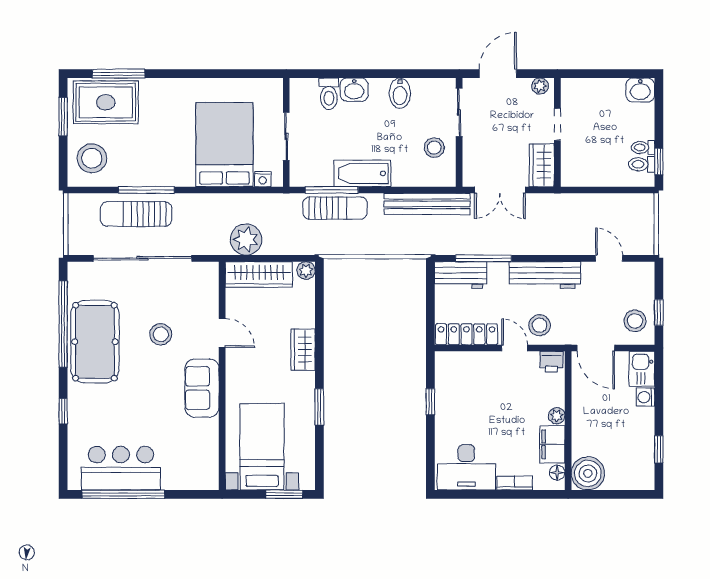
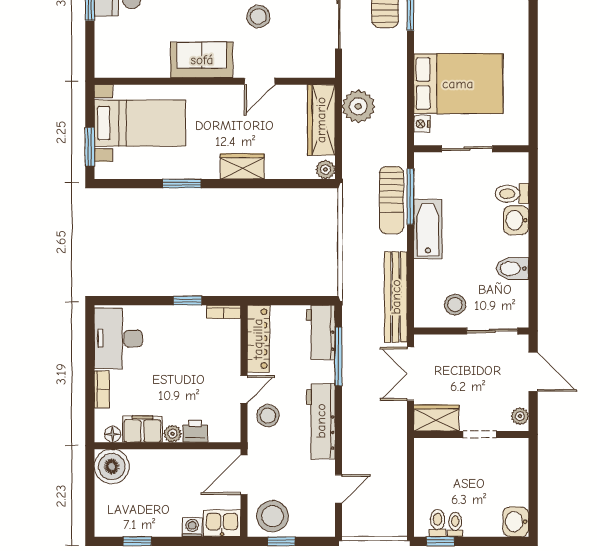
stool: (635, 321) -> (272, 516), width x1.38, depth x1.38
printer: (551, 362) -> (195, 431), moved, turned 90
bookcase: (441, 367) -> (224, 312), added

